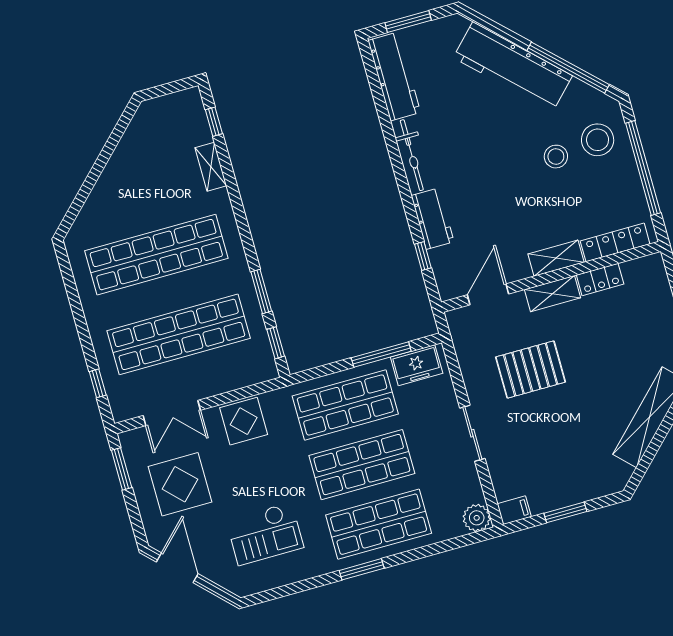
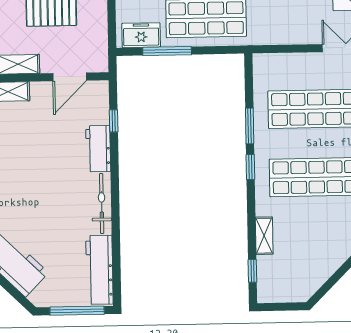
window: (408, 22) -> (77, 311), width x1.44
window: (276, 343) -> (250, 167), moved
display table: (244, 421) -> (290, 26), removed

